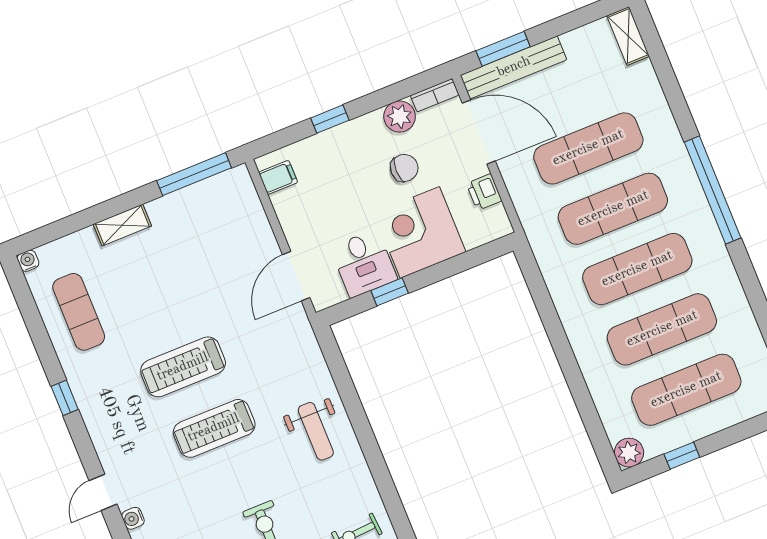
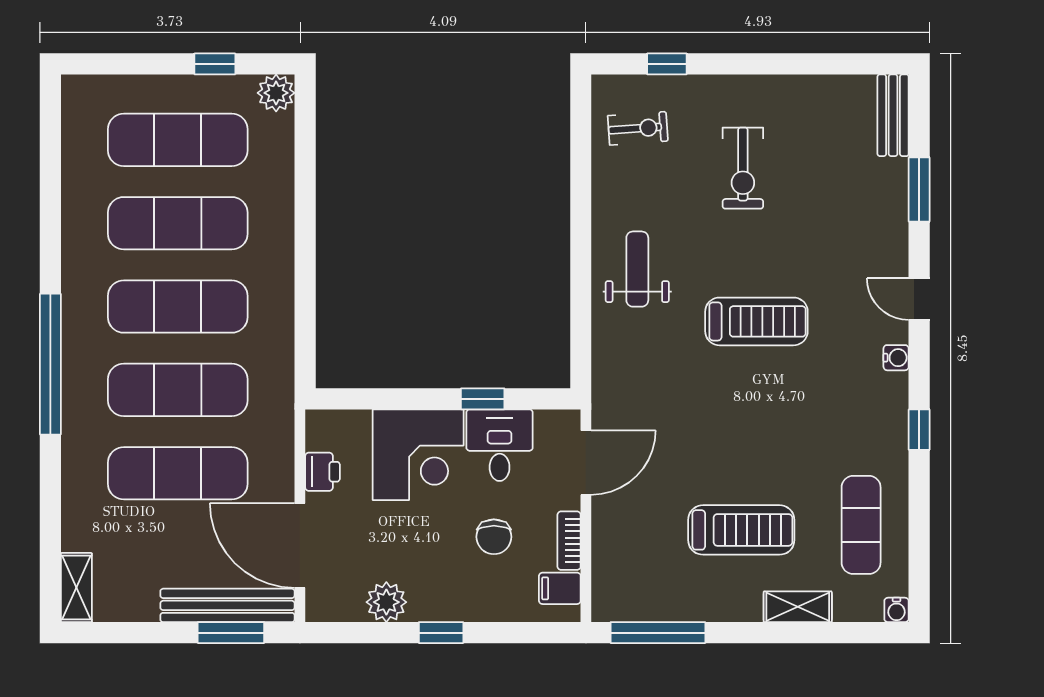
bookcase: (435, 95) -> (569, 541), moved, turned -90
window: (330, 119) -> (441, 633), moved
chair: (404, 168) -> (494, 537), moved, turned -90
shelving: (122, 225) -> (798, 607), moved
treadmill: (183, 367) -> (741, 530), moved
door: (103, 492) -> (919, 299), swing flipped
water cooler: (133, 518) -> (896, 358), moved

